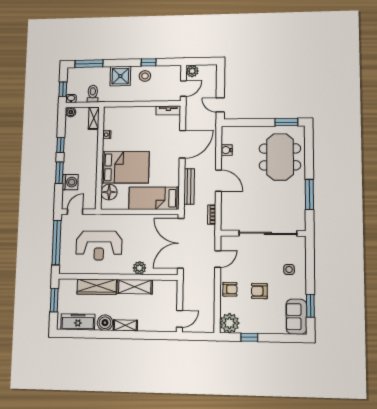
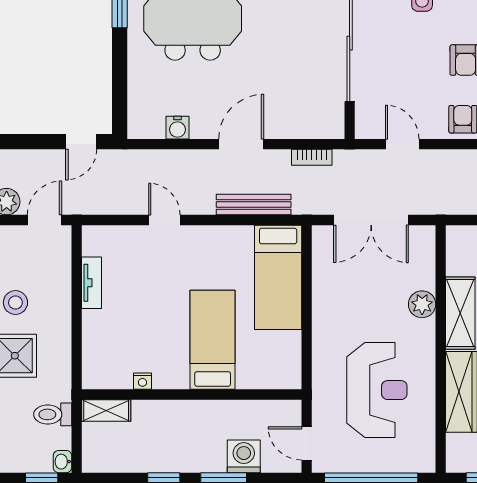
door: (183, 89) -> (45, 220), hinge flipped
tv unit: (168, 110) -> (92, 283), moved
boiler: (71, 112) -> (92, 461), removed
door: (182, 144) -> (164, 220), width x0.53
bed: (125, 167) -> (213, 340), width x0.67
floor lamp: (109, 192) -> (265, 372), removed
double door: (181, 243) -> (371, 220), width x0.73

